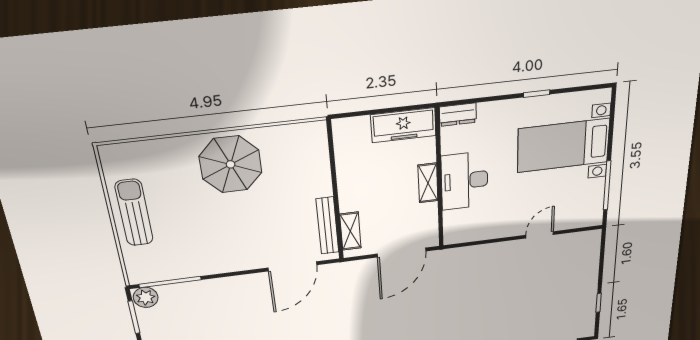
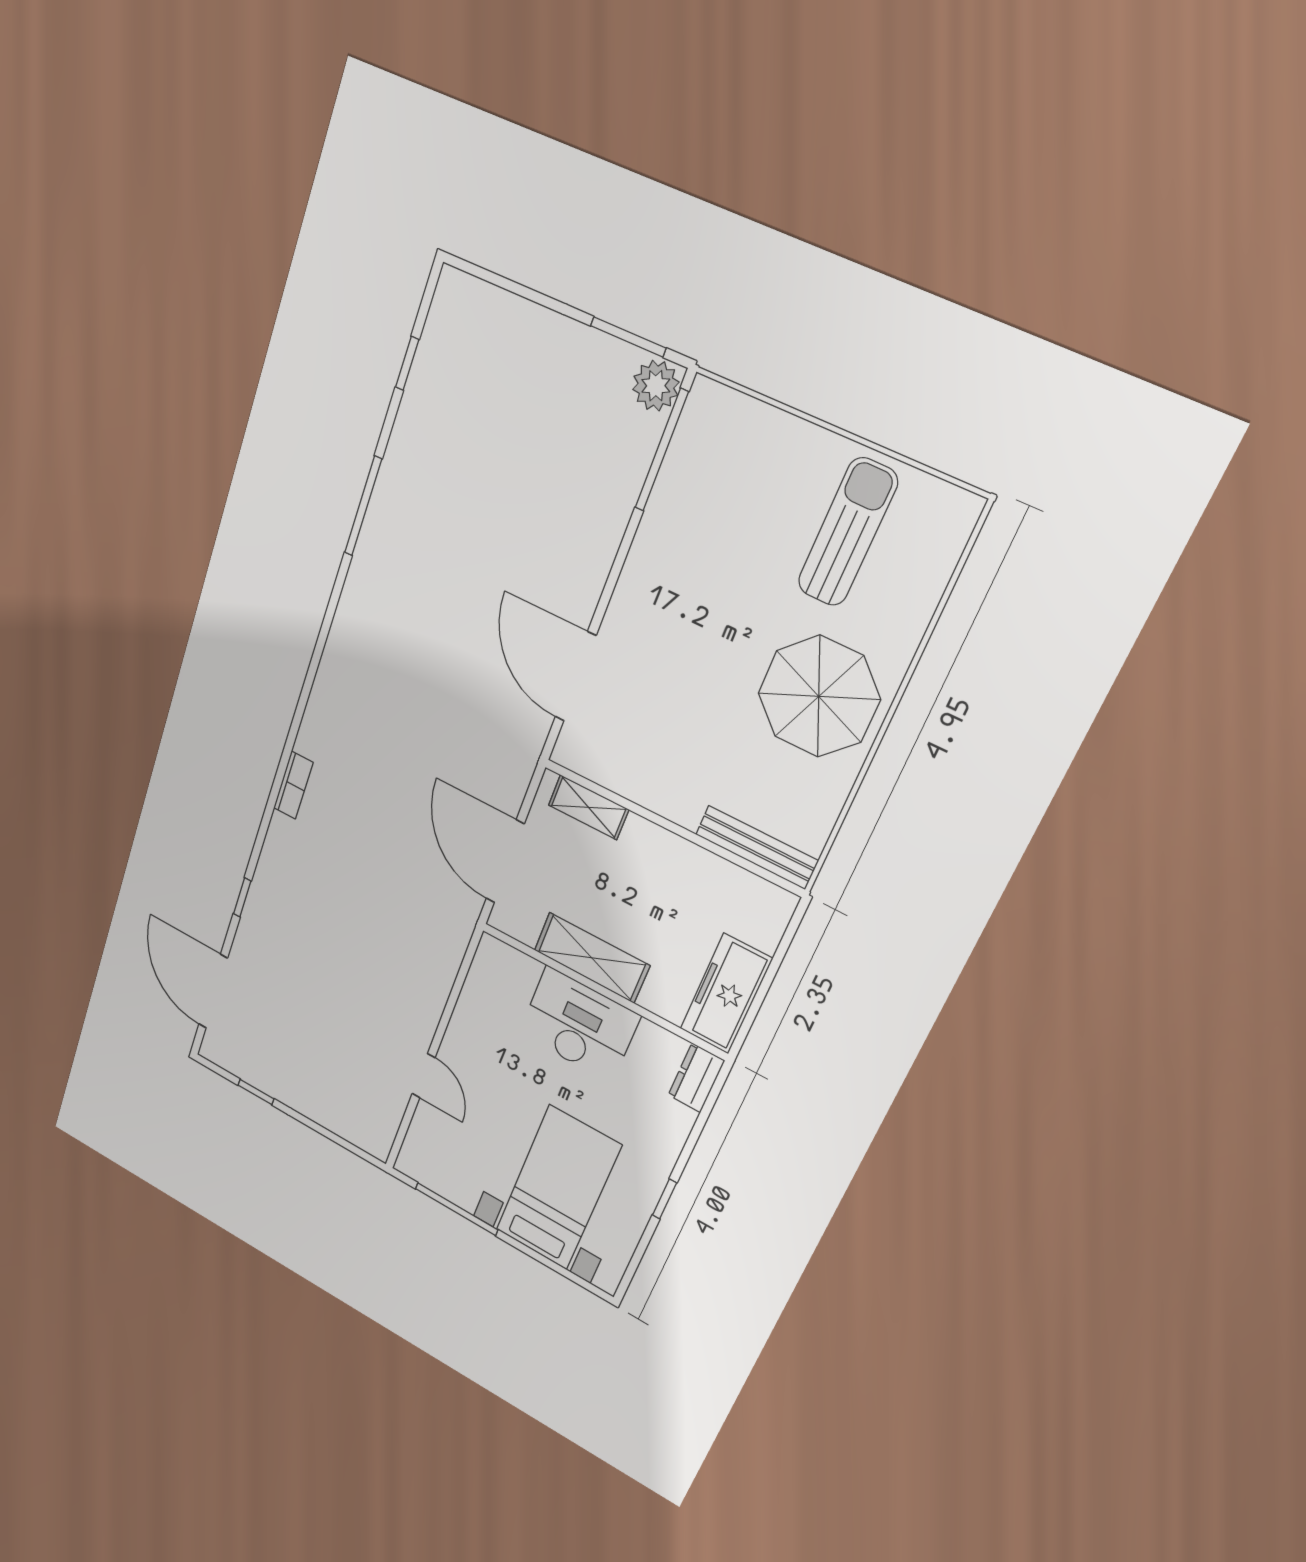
shelving: (428, 183) -> (592, 958), width x1.50, depth x1.33
sun lounger: (134, 213) -> (847, 532), moved, turned -89
bench: (327, 226) -> (757, 847), moved

